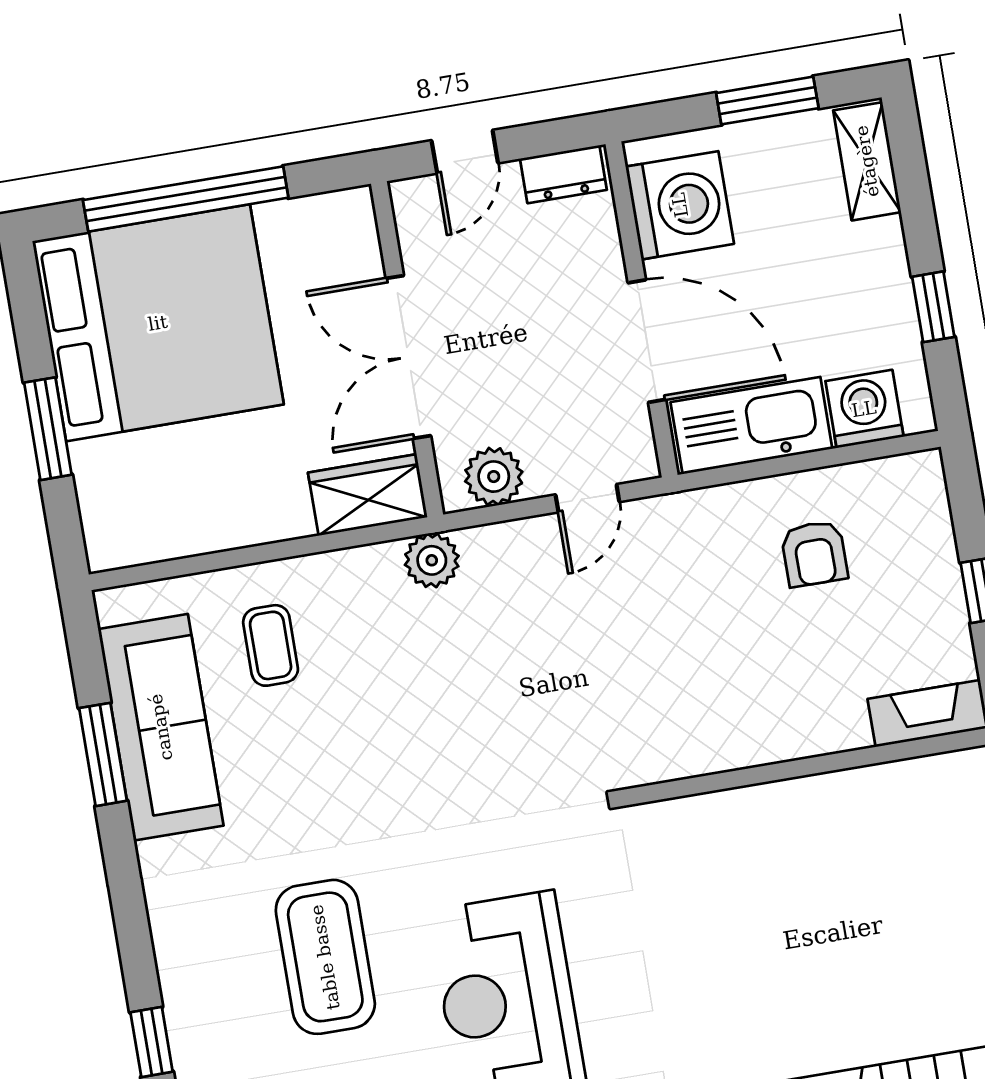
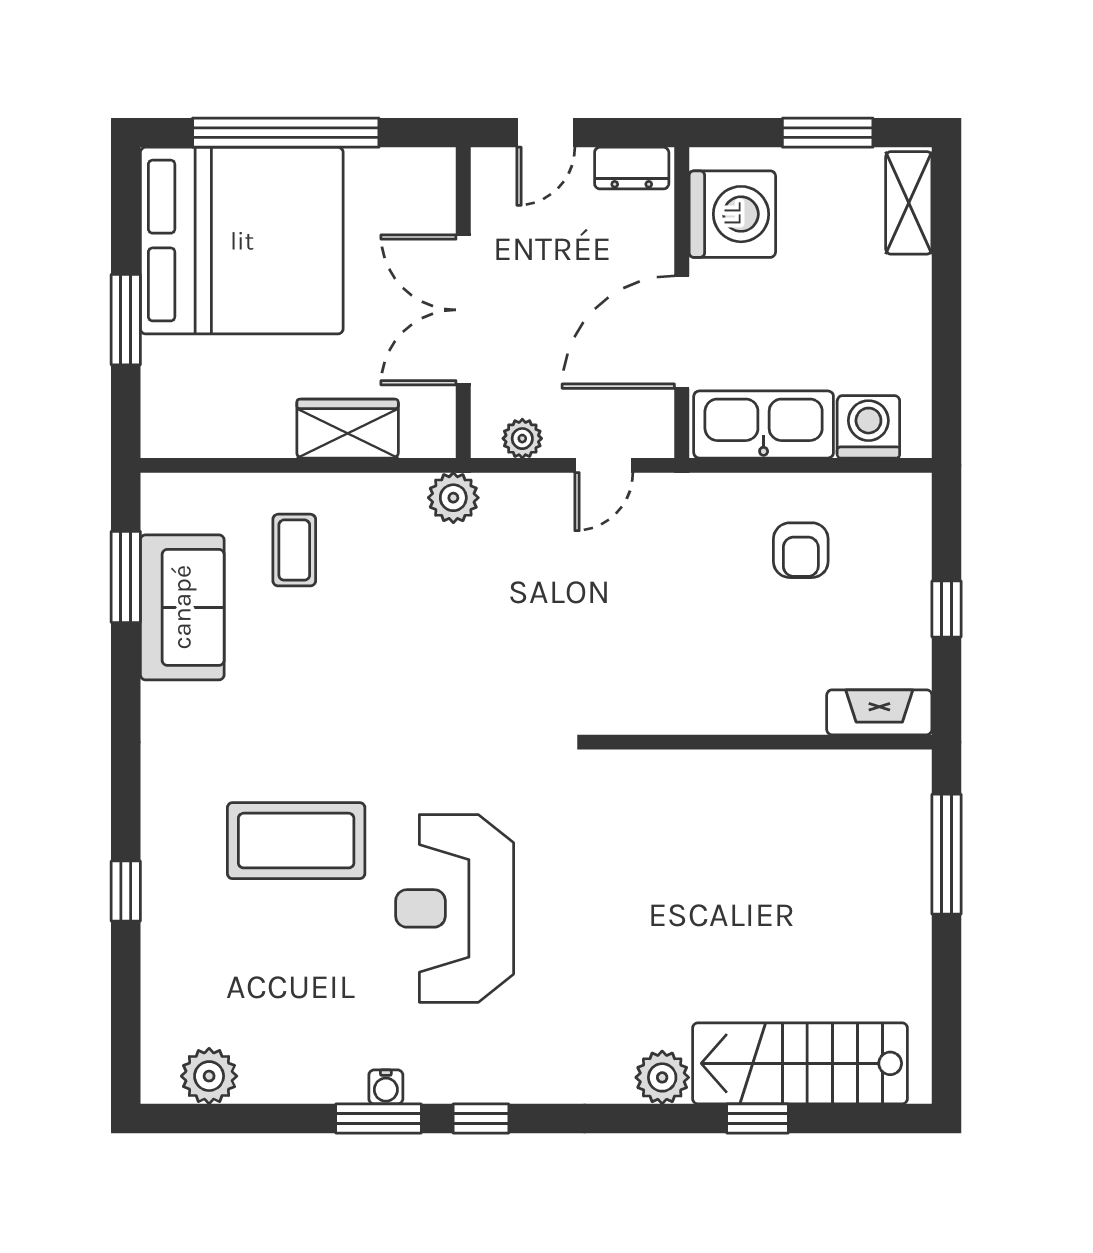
window: (933, 307) -> (946, 345), removed
door: (647, 341) -> (682, 332), swing flipped
plant: (494, 477) -> (522, 439), width x0.73, depth x0.73
wardrobe: (368, 495) -> (348, 429), moved
sofa: (161, 727) -> (182, 607), width x0.73
window: (103, 754) -> (126, 577), moved
coffee table: (325, 957) -> (296, 841), turned 90

